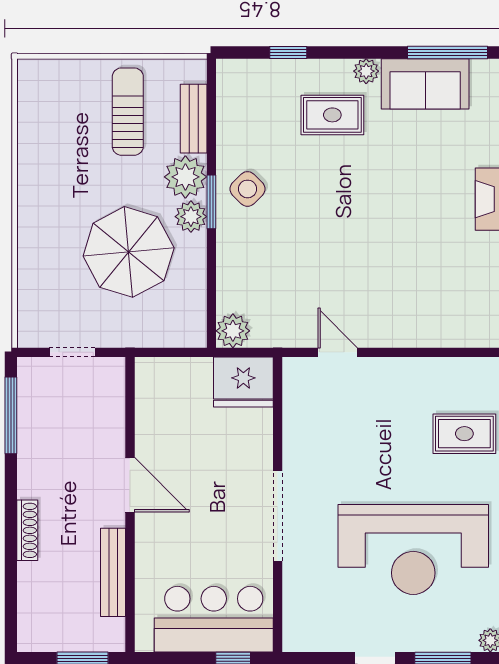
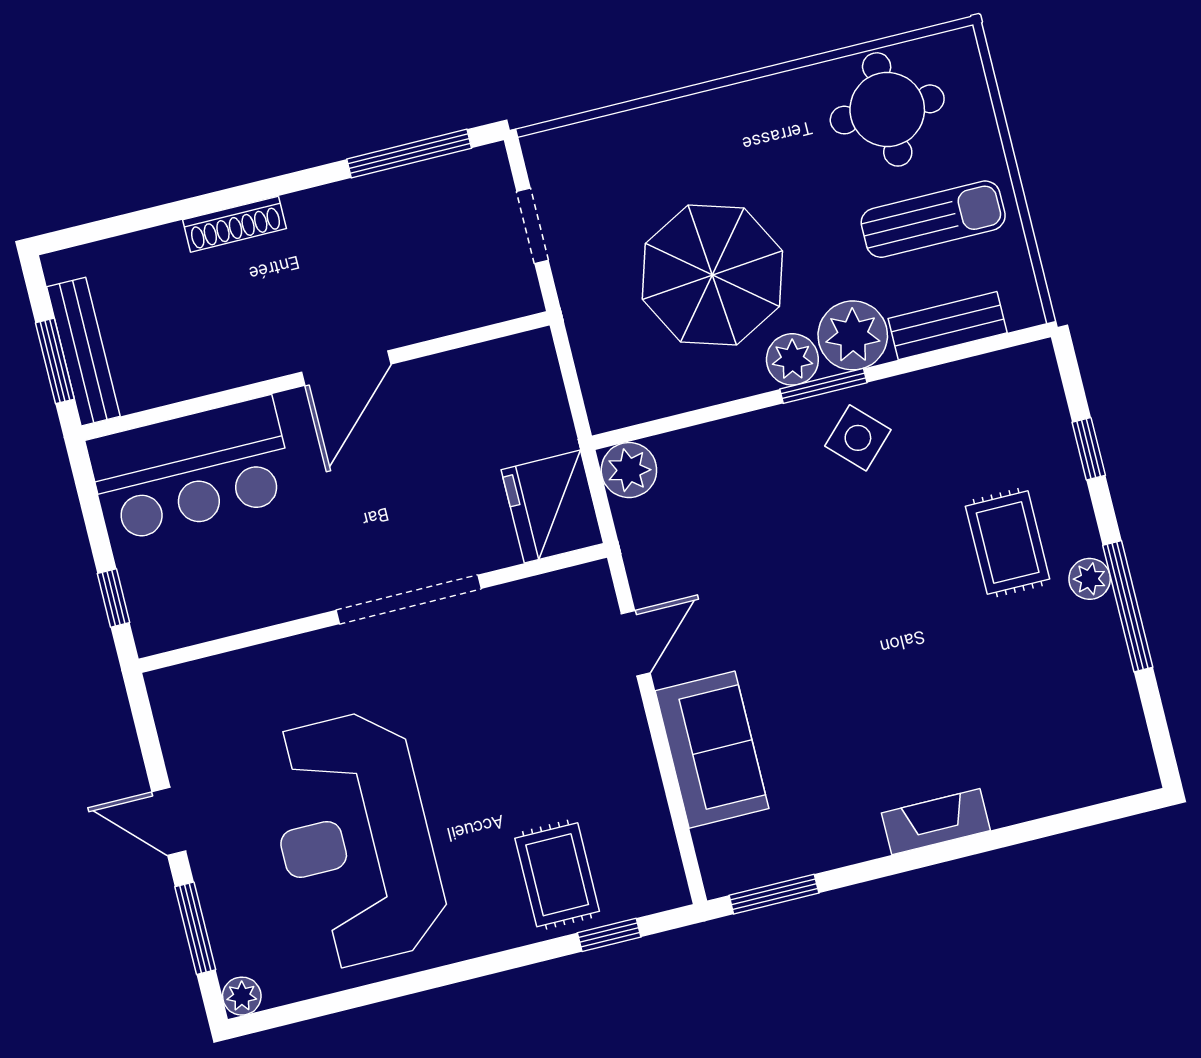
window: (447, 53) -> (1128, 606), moved
sofa: (425, 84) -> (712, 750), moved, turned 180
round table: (55, 123) -> (887, 109), added
doorway: (278, 516) -> (409, 599), moved
bench: (113, 572) -> (83, 352), moved, turned 90
bar counter: (214, 619) -> (191, 469), moved, turned 90

